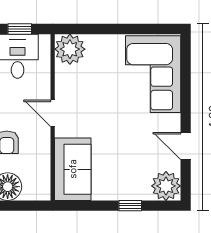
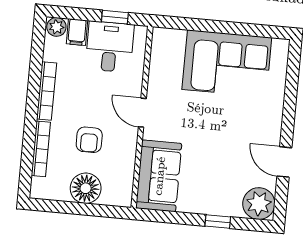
plant: (70, 49) -> (168, 44), removed
corner sofa: (153, 74) -> (227, 63), moved, turned -90

